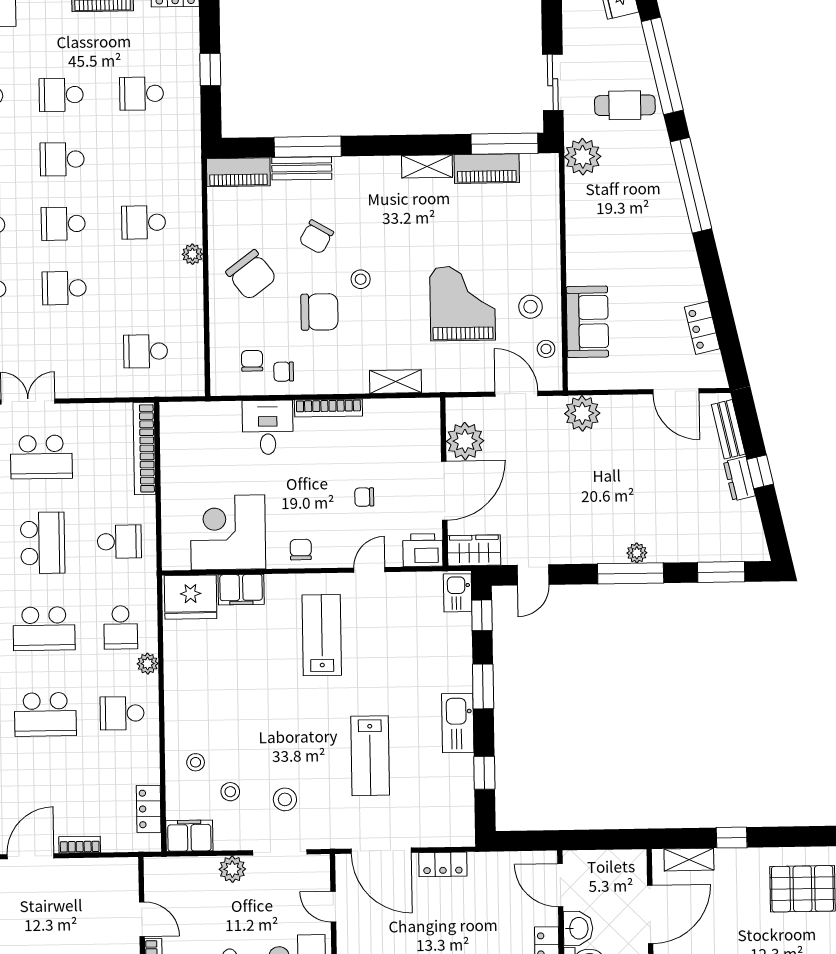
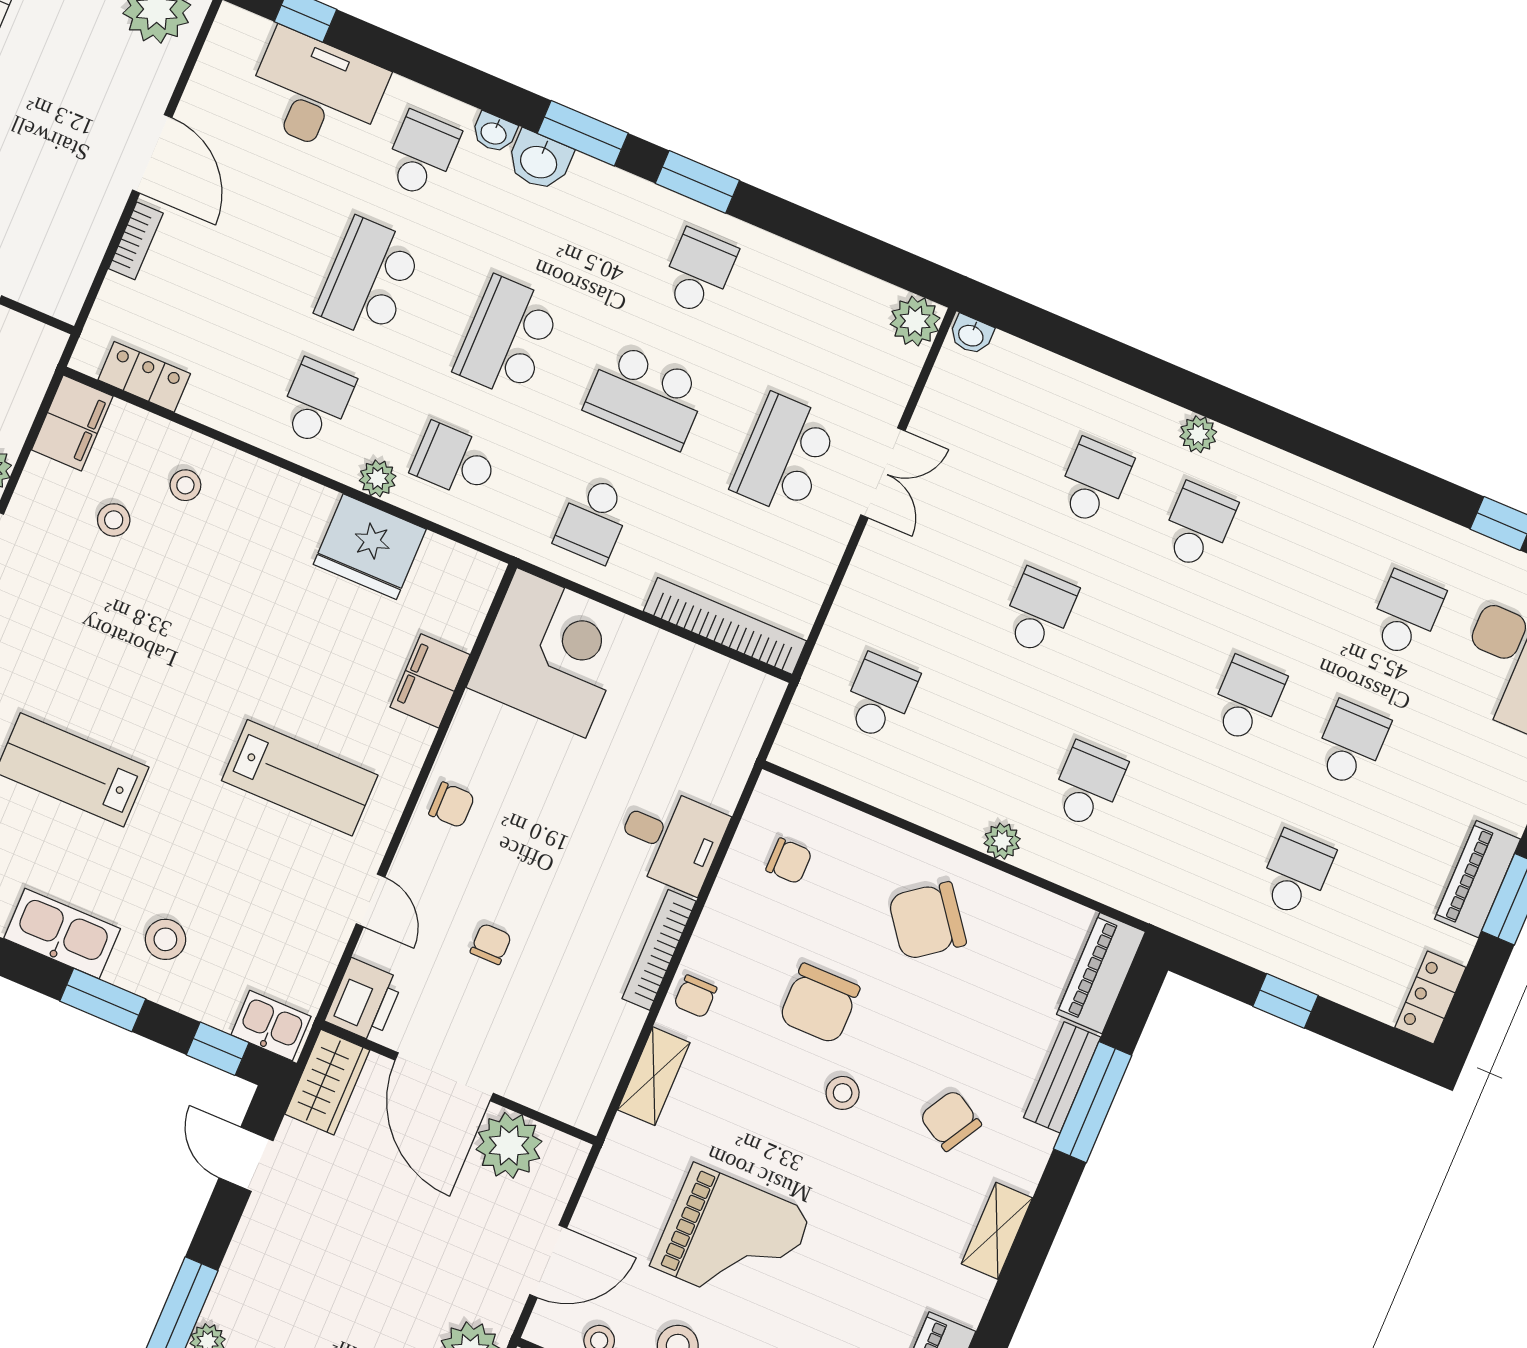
shelving: (427, 166) -> (997, 1231), moved
school desk: (63, 224) -> (1143, 656), removed
chair: (316, 237) -> (950, 1120), moved
chair: (284, 372) -> (695, 996), moved, turned 180
corner desk: (228, 532) -> (551, 653), moved
fridge: (191, 597) -> (370, 547), moved, turned -90
stool: (285, 799) -> (165, 939), moved

